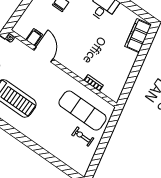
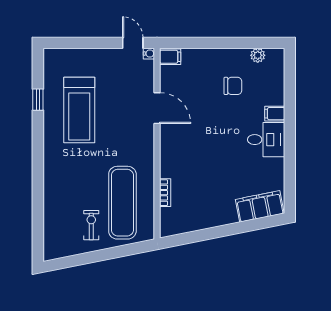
filing cabinet: (34, 37) -> (170, 57), moved
door: (43, 55) -> (157, 108), hinge flipped

